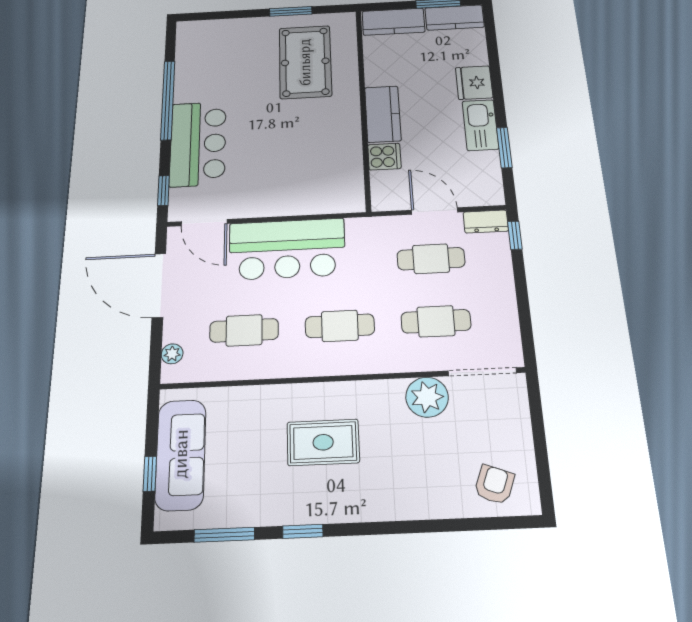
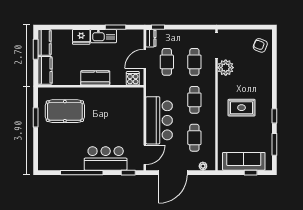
cooker: (384, 157) -> (133, 78), moved
rug: (323, 442) -> (242, 108), turned 90

